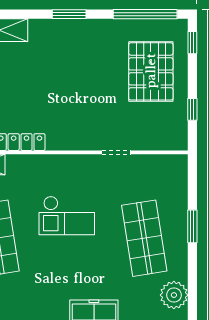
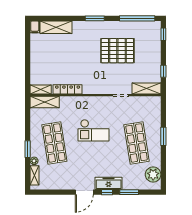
pallet: (151, 71) -> (117, 51), moved, turned 90
shelving: (162, 140) -> (146, 88), added

